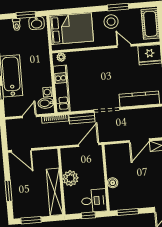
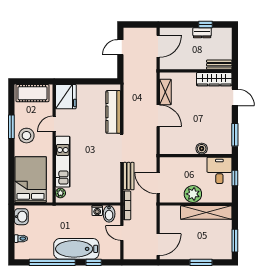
window: (26, 15) -> (11, 228), removed
kitchen unit: (62, 89) -> (63, 162), moved, turned 90
door: (89, 145) -> (158, 183), moved

